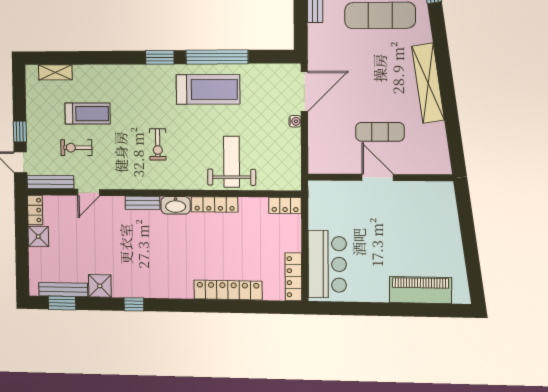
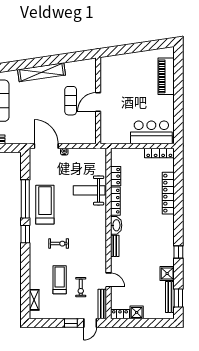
exercise bike: (158, 144) -> (59, 244), moved
locker: (285, 205) -> (116, 176), moved

